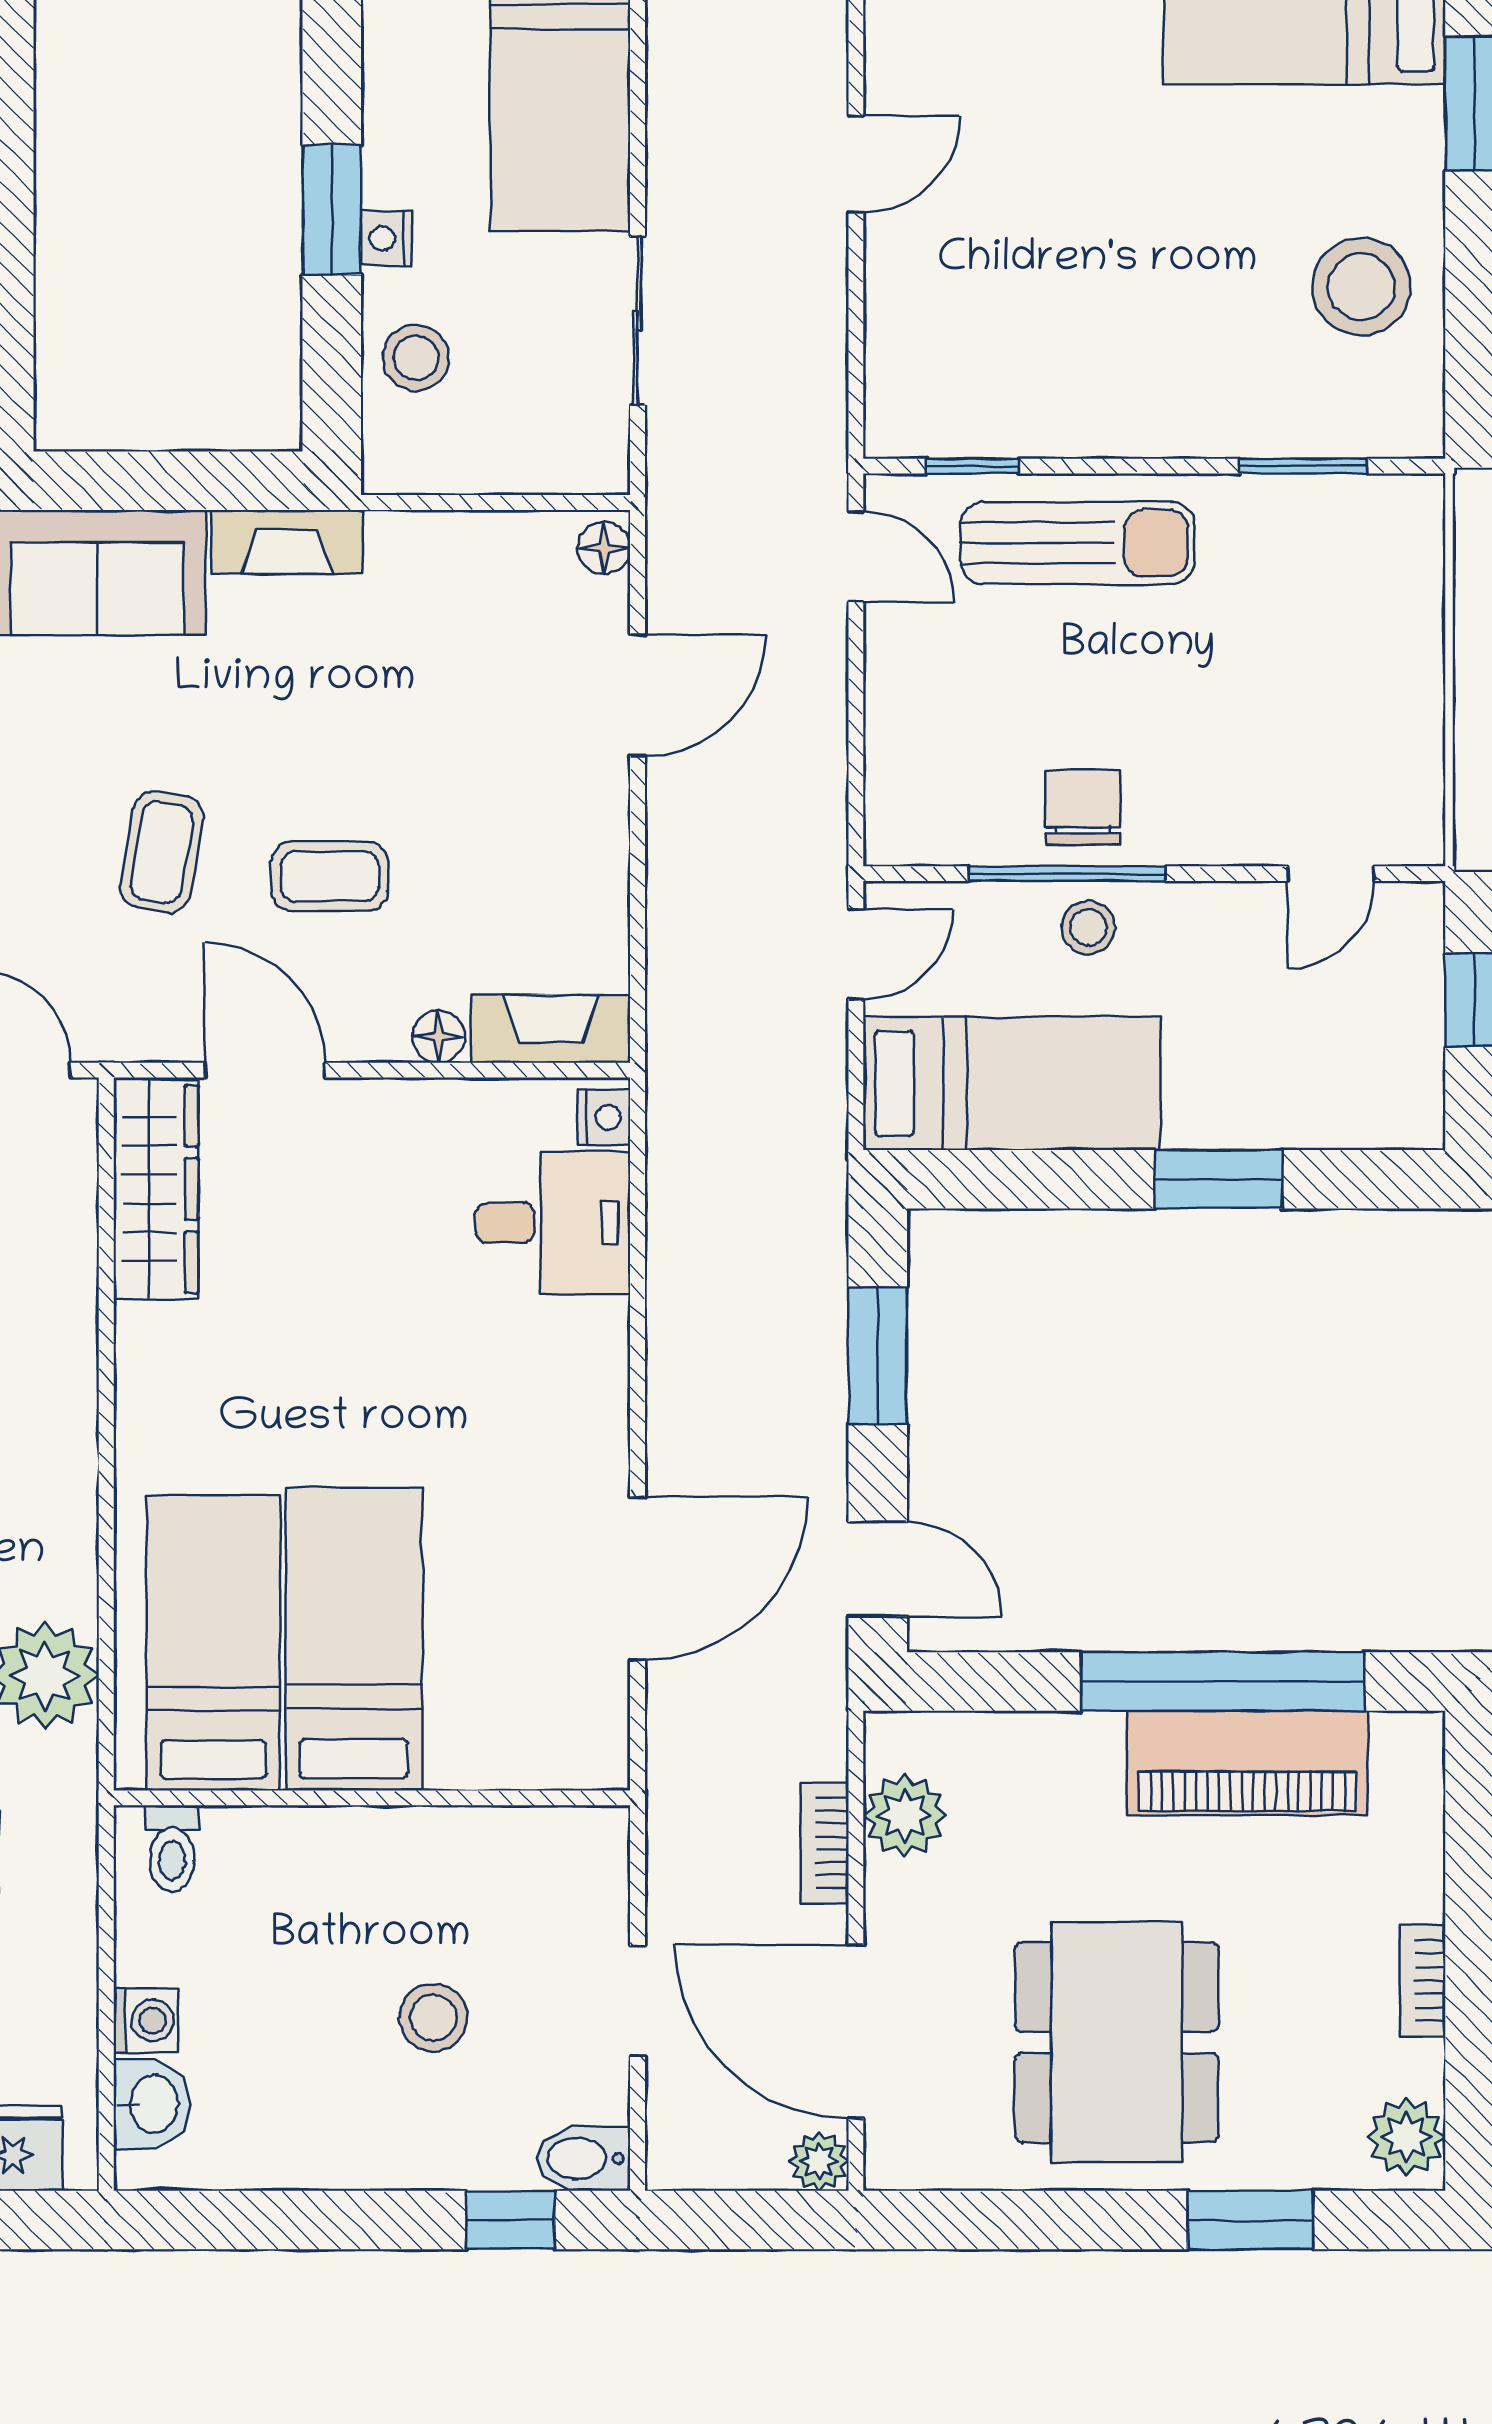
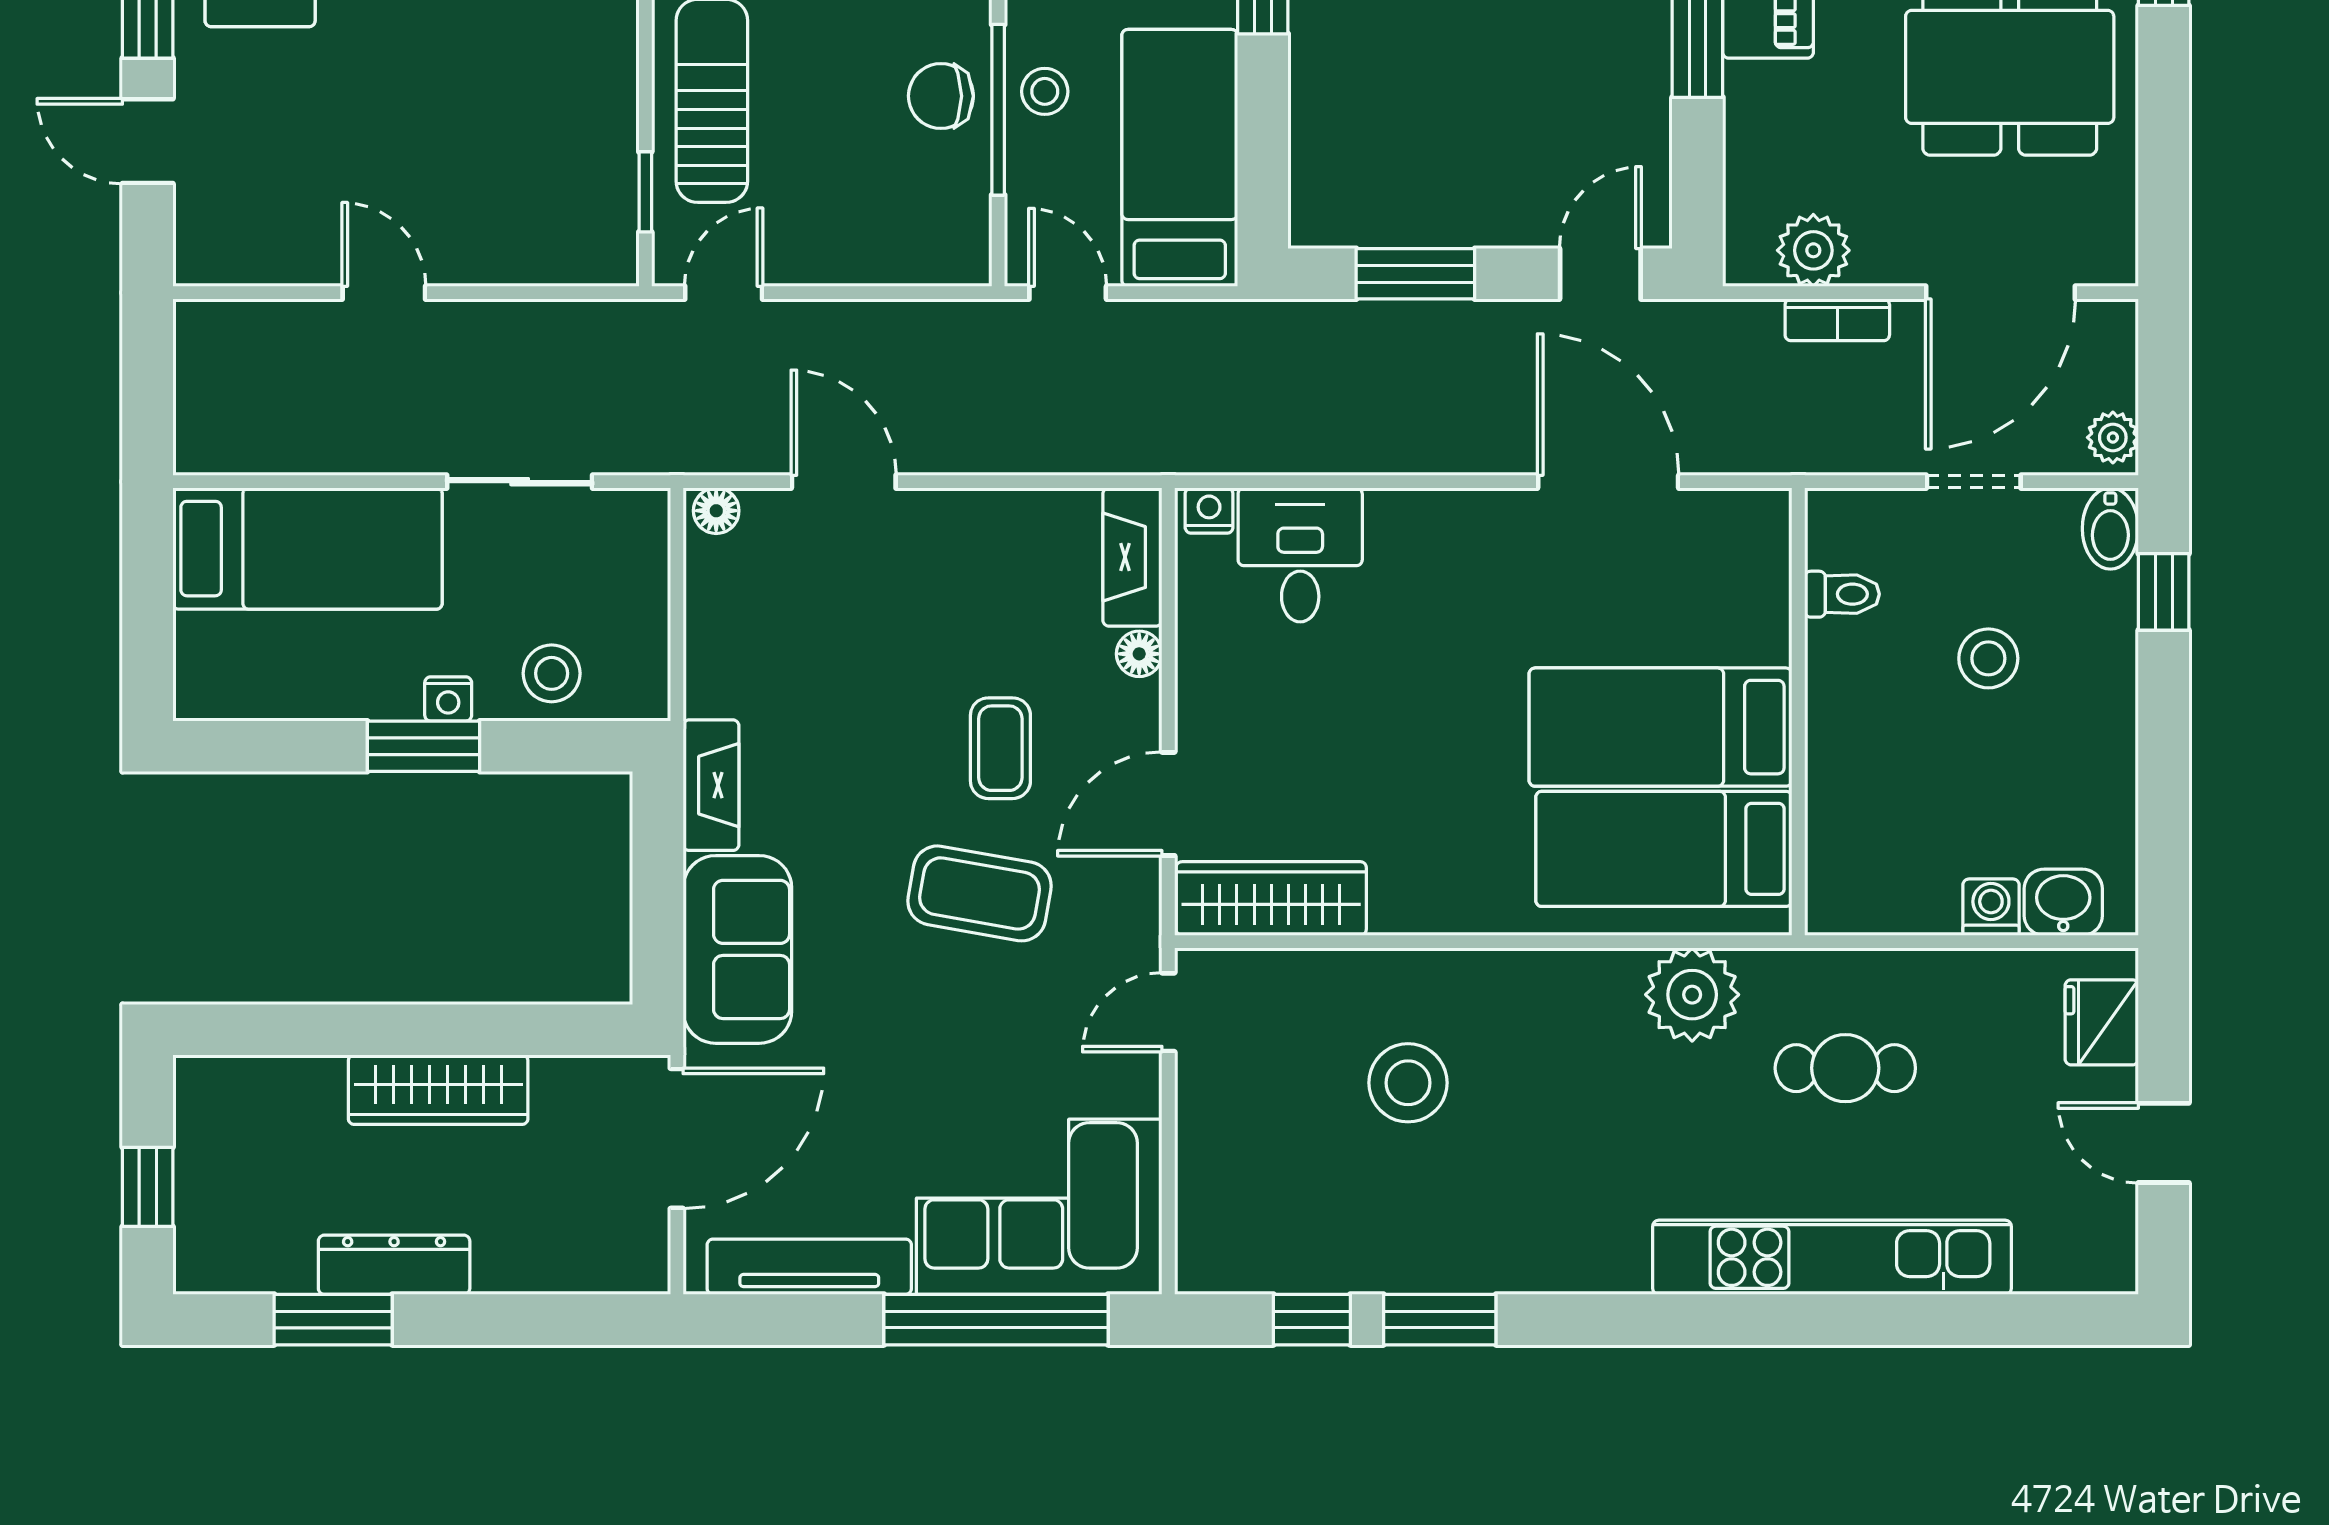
coffee table: (162, 852) -> (980, 893), width x1.36, depth x1.30
toilet: (172, 1848) -> (1842, 594), moved
plant: (819, 2161) -> (2113, 437), moved

